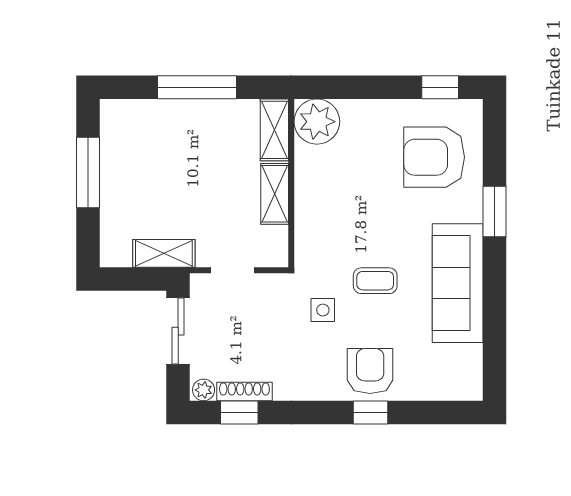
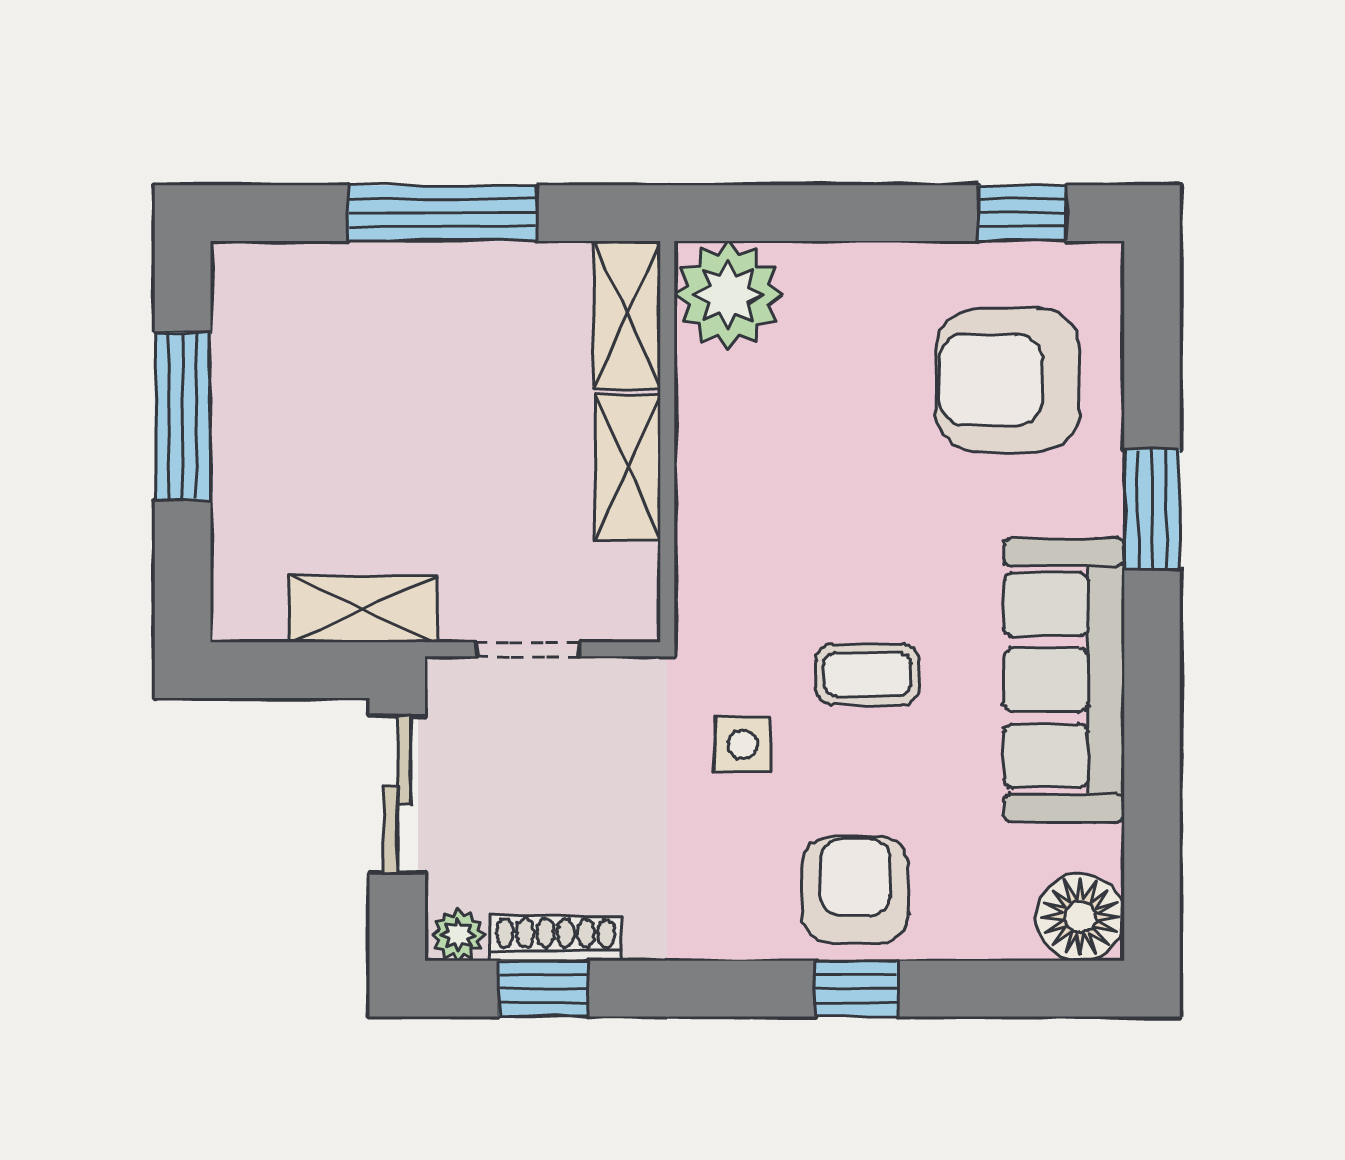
floor lamp: (464, 382) -> (1080, 917), added

